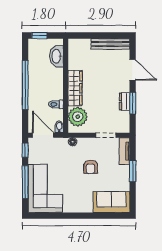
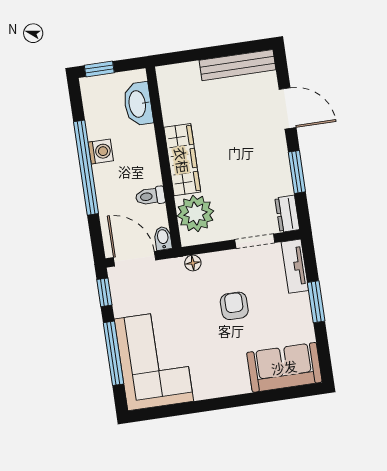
washing machine: (34, 78) -> (101, 151), added
dresser: (125, 102) -> (287, 214), moved
armchair: (91, 167) -> (234, 306), turned 180

